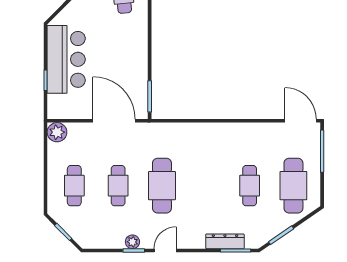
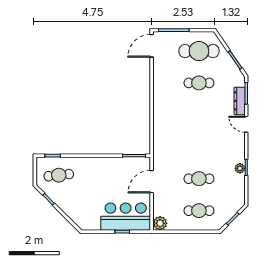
bar counter: (66, 59) -> (126, 217), moved
door: (114, 121) -> (152, 182), width x0.73
cafe table: (162, 186) -> (199, 147), removed
door: (165, 251) -> (246, 124), moved

